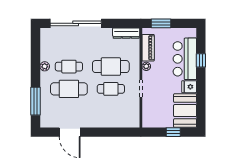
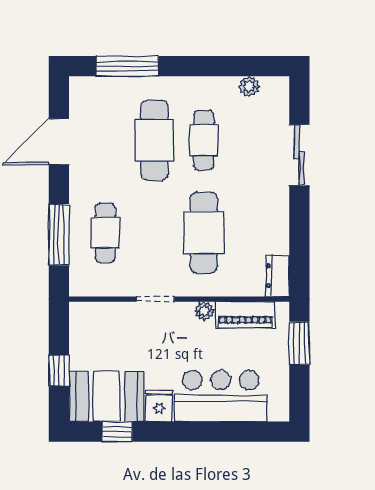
sliding door: (76, 23) -> (299, 155), width x0.54
dresser: (126, 33) -> (278, 276), width x0.70
window: (201, 60) -> (117, 432), moved
plant: (45, 66) -> (249, 87), moved
cafe table: (111, 89) -> (105, 233), moved
window: (112, 132) -> (59, 235), added

